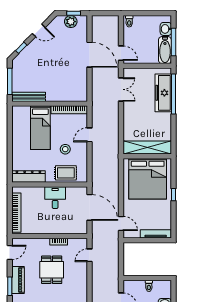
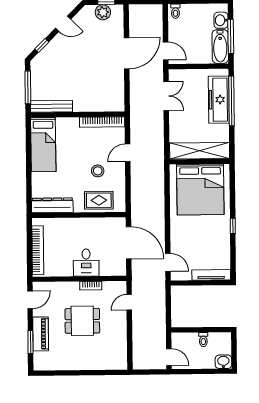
door: (90, 55) -> (127, 53), hinge flipped
bed: (40, 128) -> (43, 145), moved
shelving: (147, 148) -> (200, 151), moved
wall: (147, 156) -> (199, 162), moved
bed: (148, 179) -> (200, 189), moved
desk: (55, 198) -> (86, 262), moved, turned 180
dining table: (52, 270) -> (82, 321), turned 90

